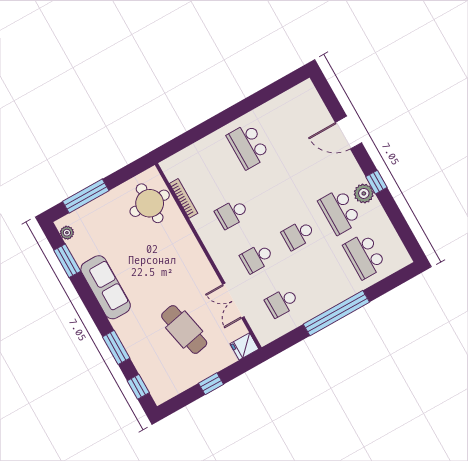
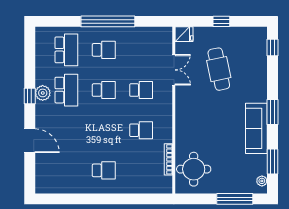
school desk: (248, 146) -> (104, 170), width x0.54
school desk: (282, 302) -> (104, 50), moved
window: (116, 347) -> (273, 112), moved

